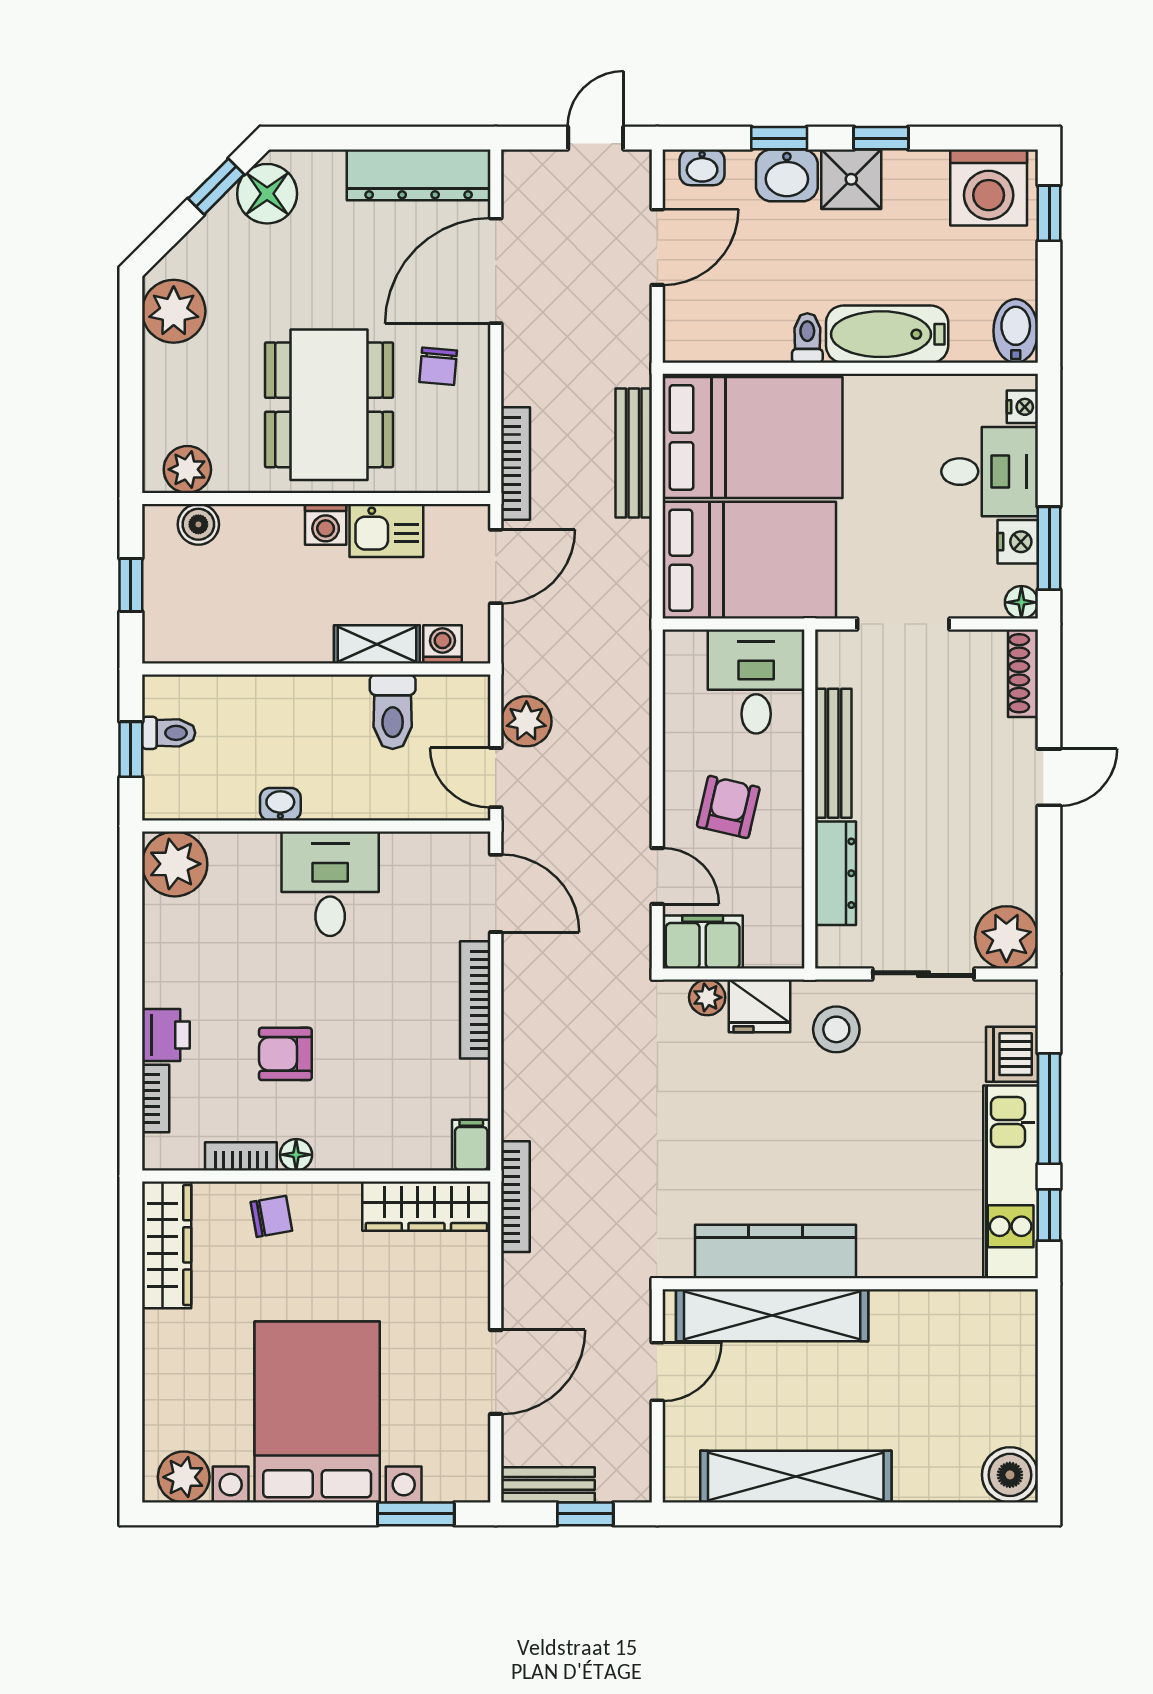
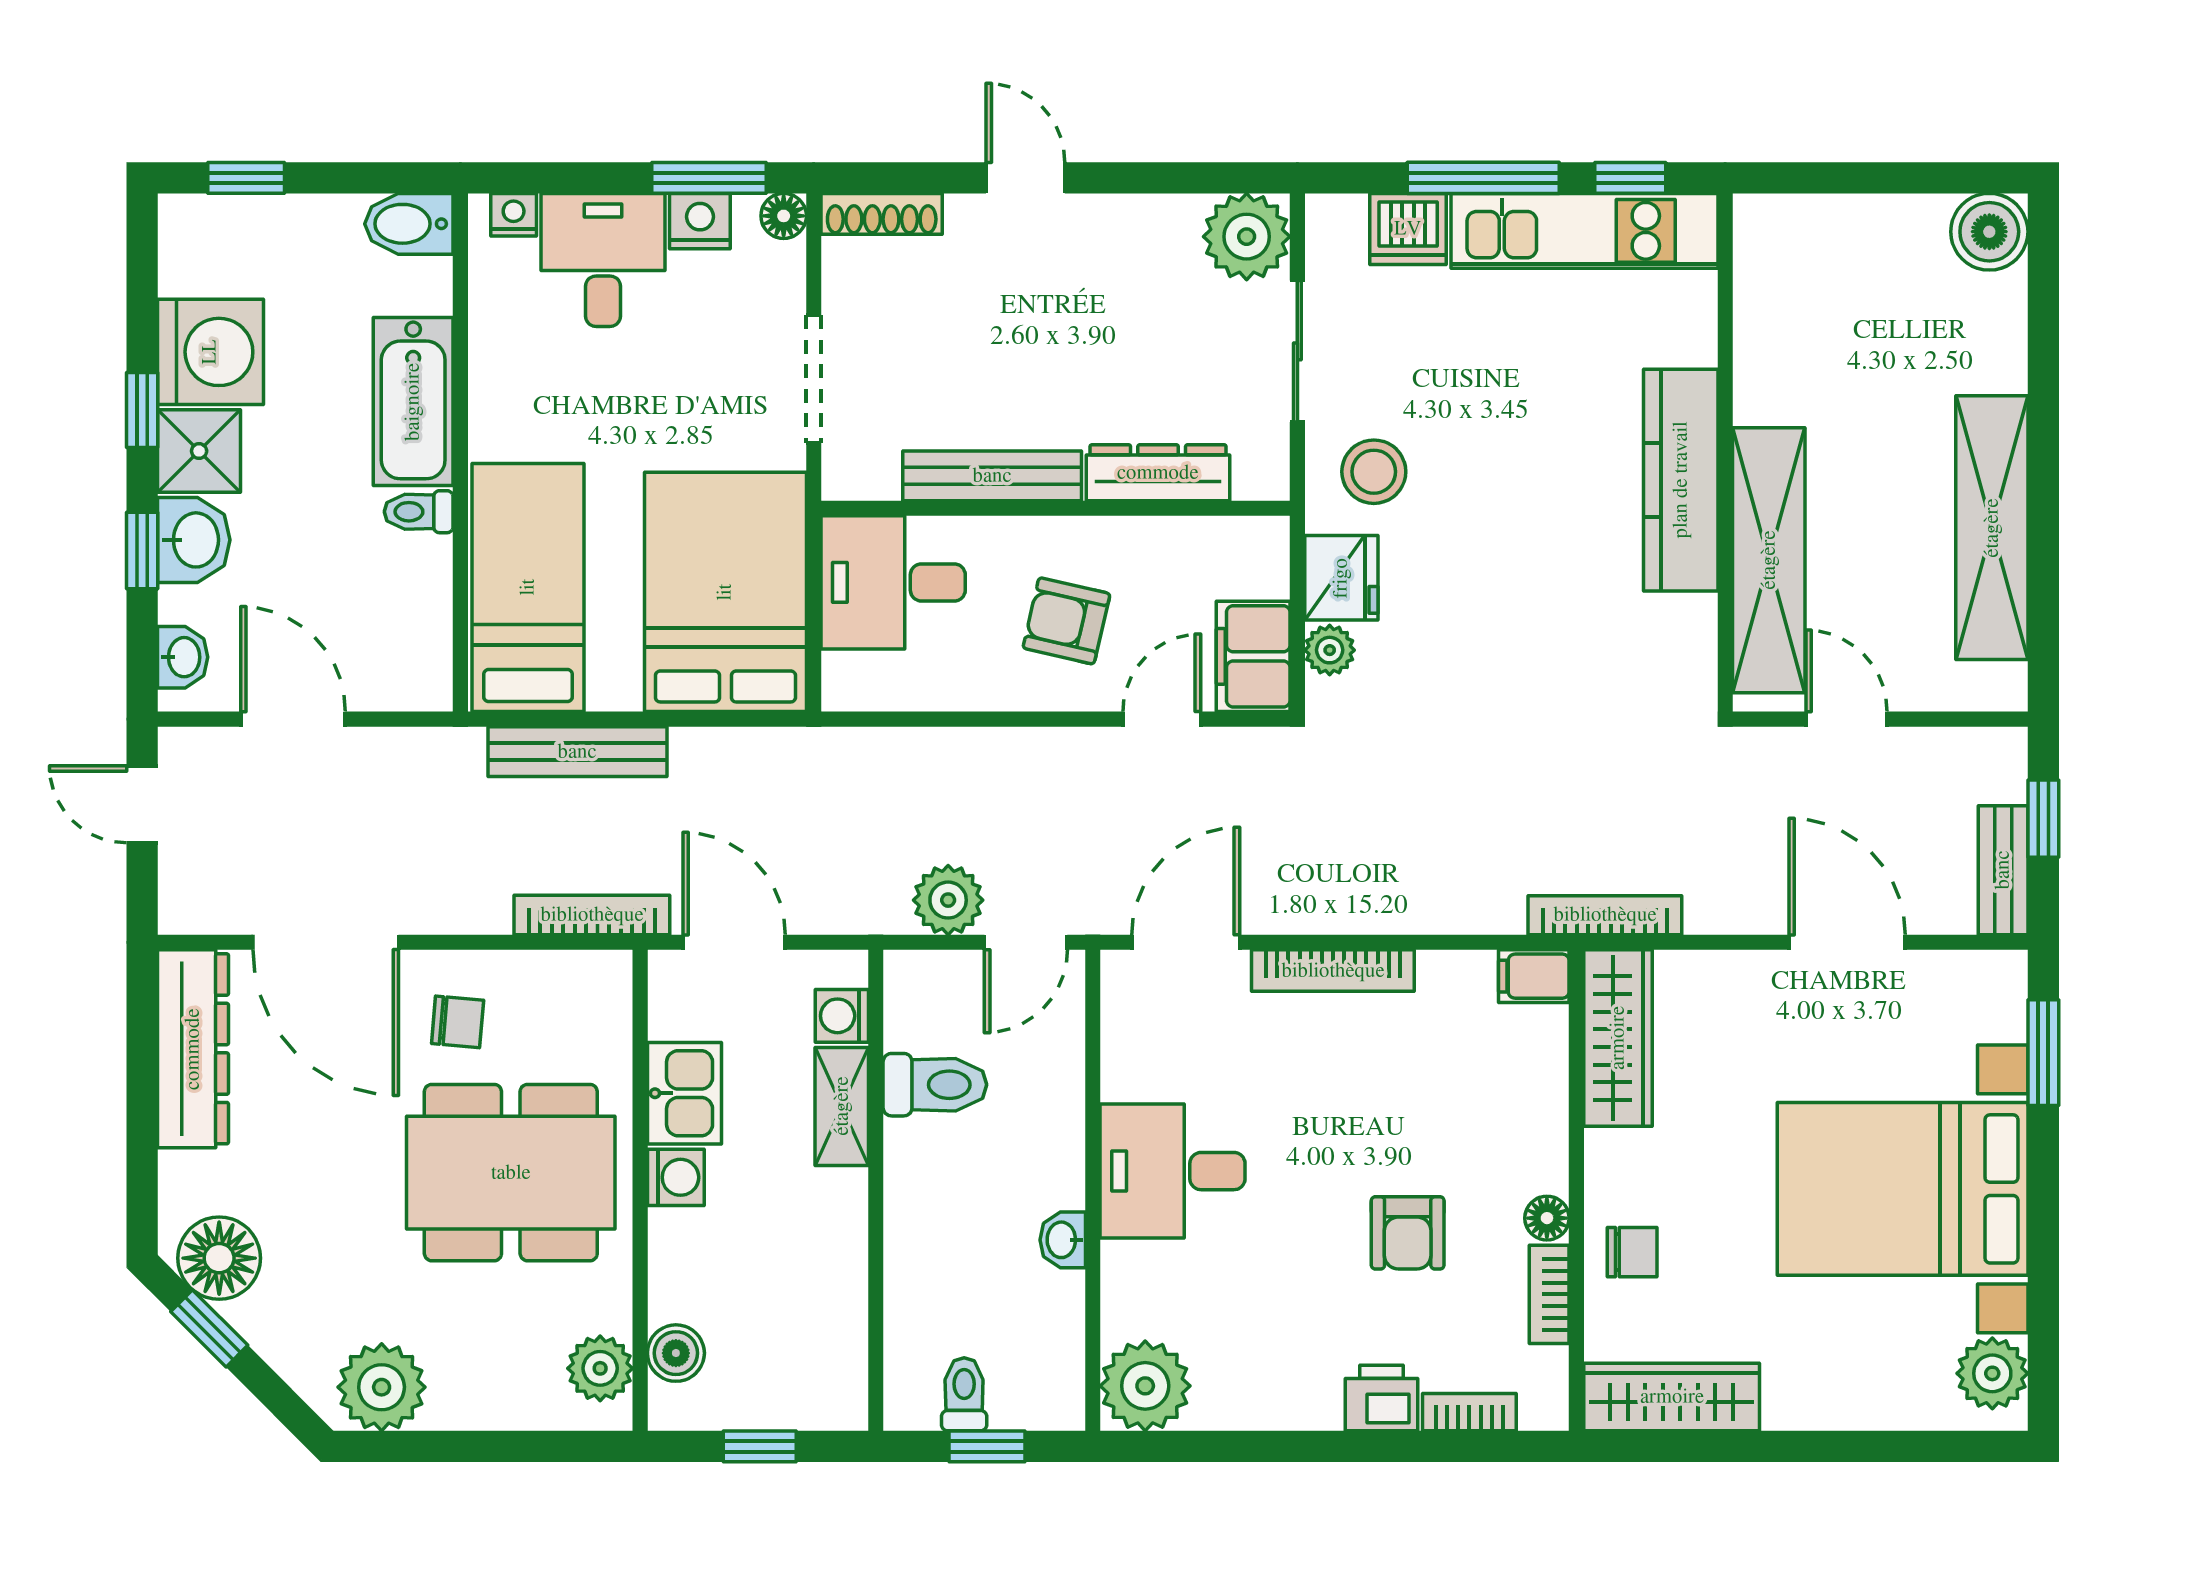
washing machine: (989, 187) -> (210, 352), moved
bed: (752, 437) -> (528, 587), width x0.67
chair: (271, 1216) -> (1632, 1252), turned 100
kitchen counter: (775, 1252) -> (1681, 480), moved

